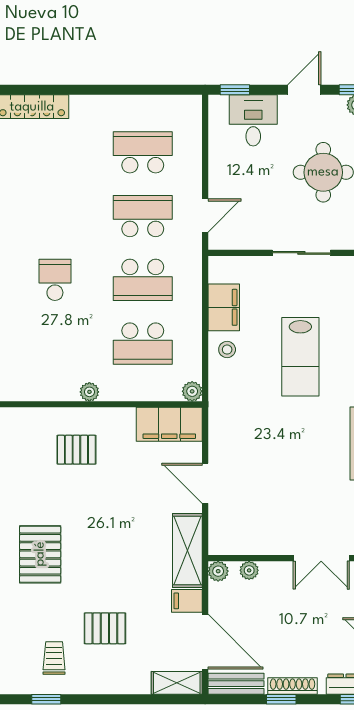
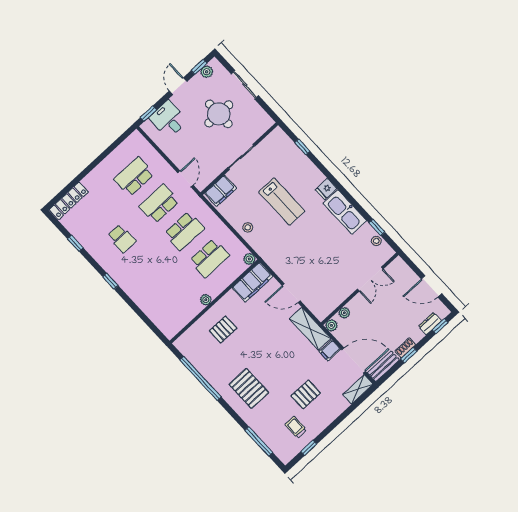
school desk: (55, 280) -> (122, 238), moved, turned 180
filing cabinet: (224, 307) -> (221, 191), moved, turned 90
shoe rack: (293, 686) -> (405, 348), width x0.70

